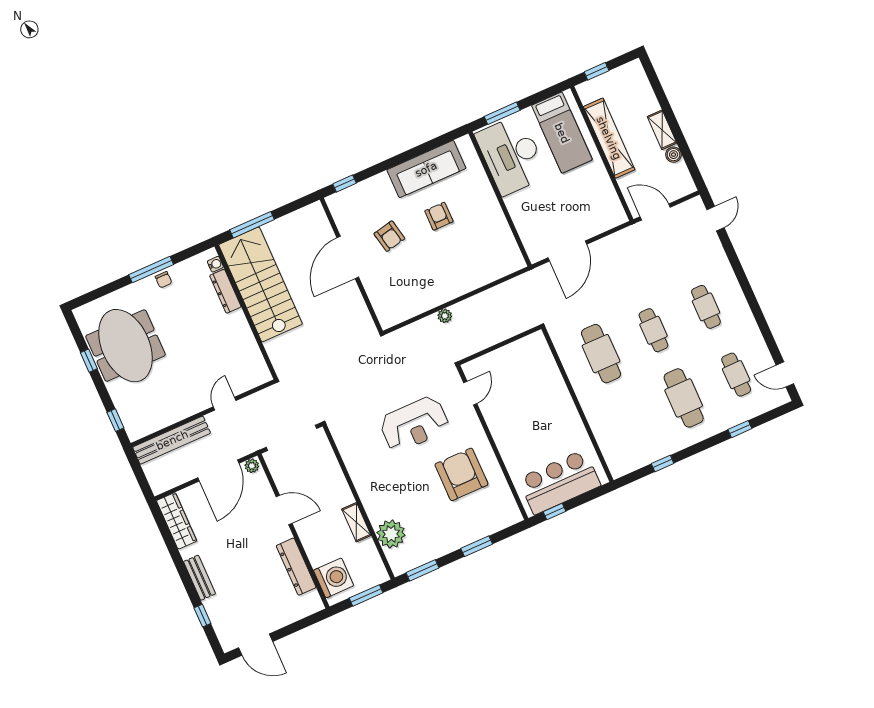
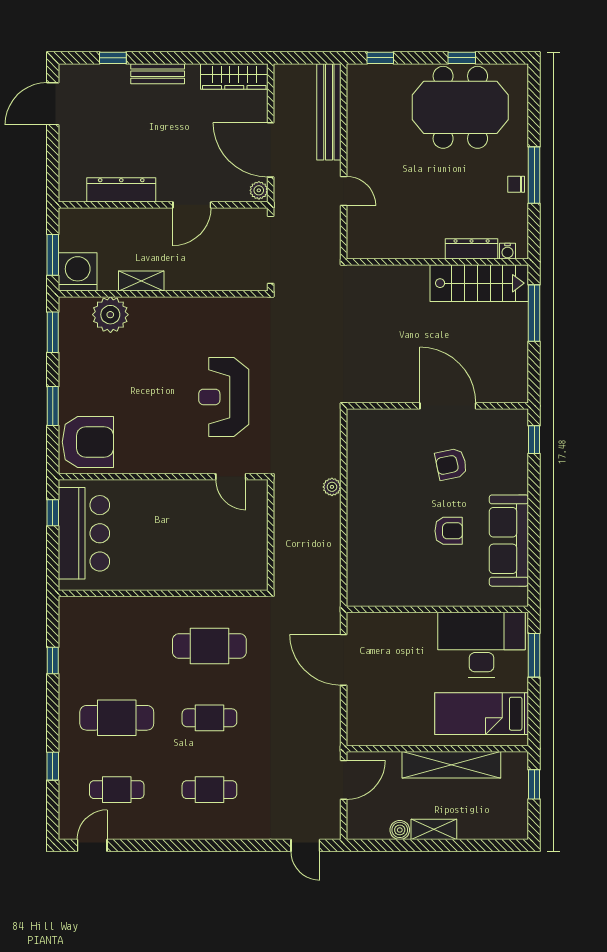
stairs: (261, 284) -> (479, 283), width x0.73, depth x0.66
armchair: (461, 474) -> (88, 442), moved
washing machine: (334, 578) -> (78, 272), moved, turned 180

